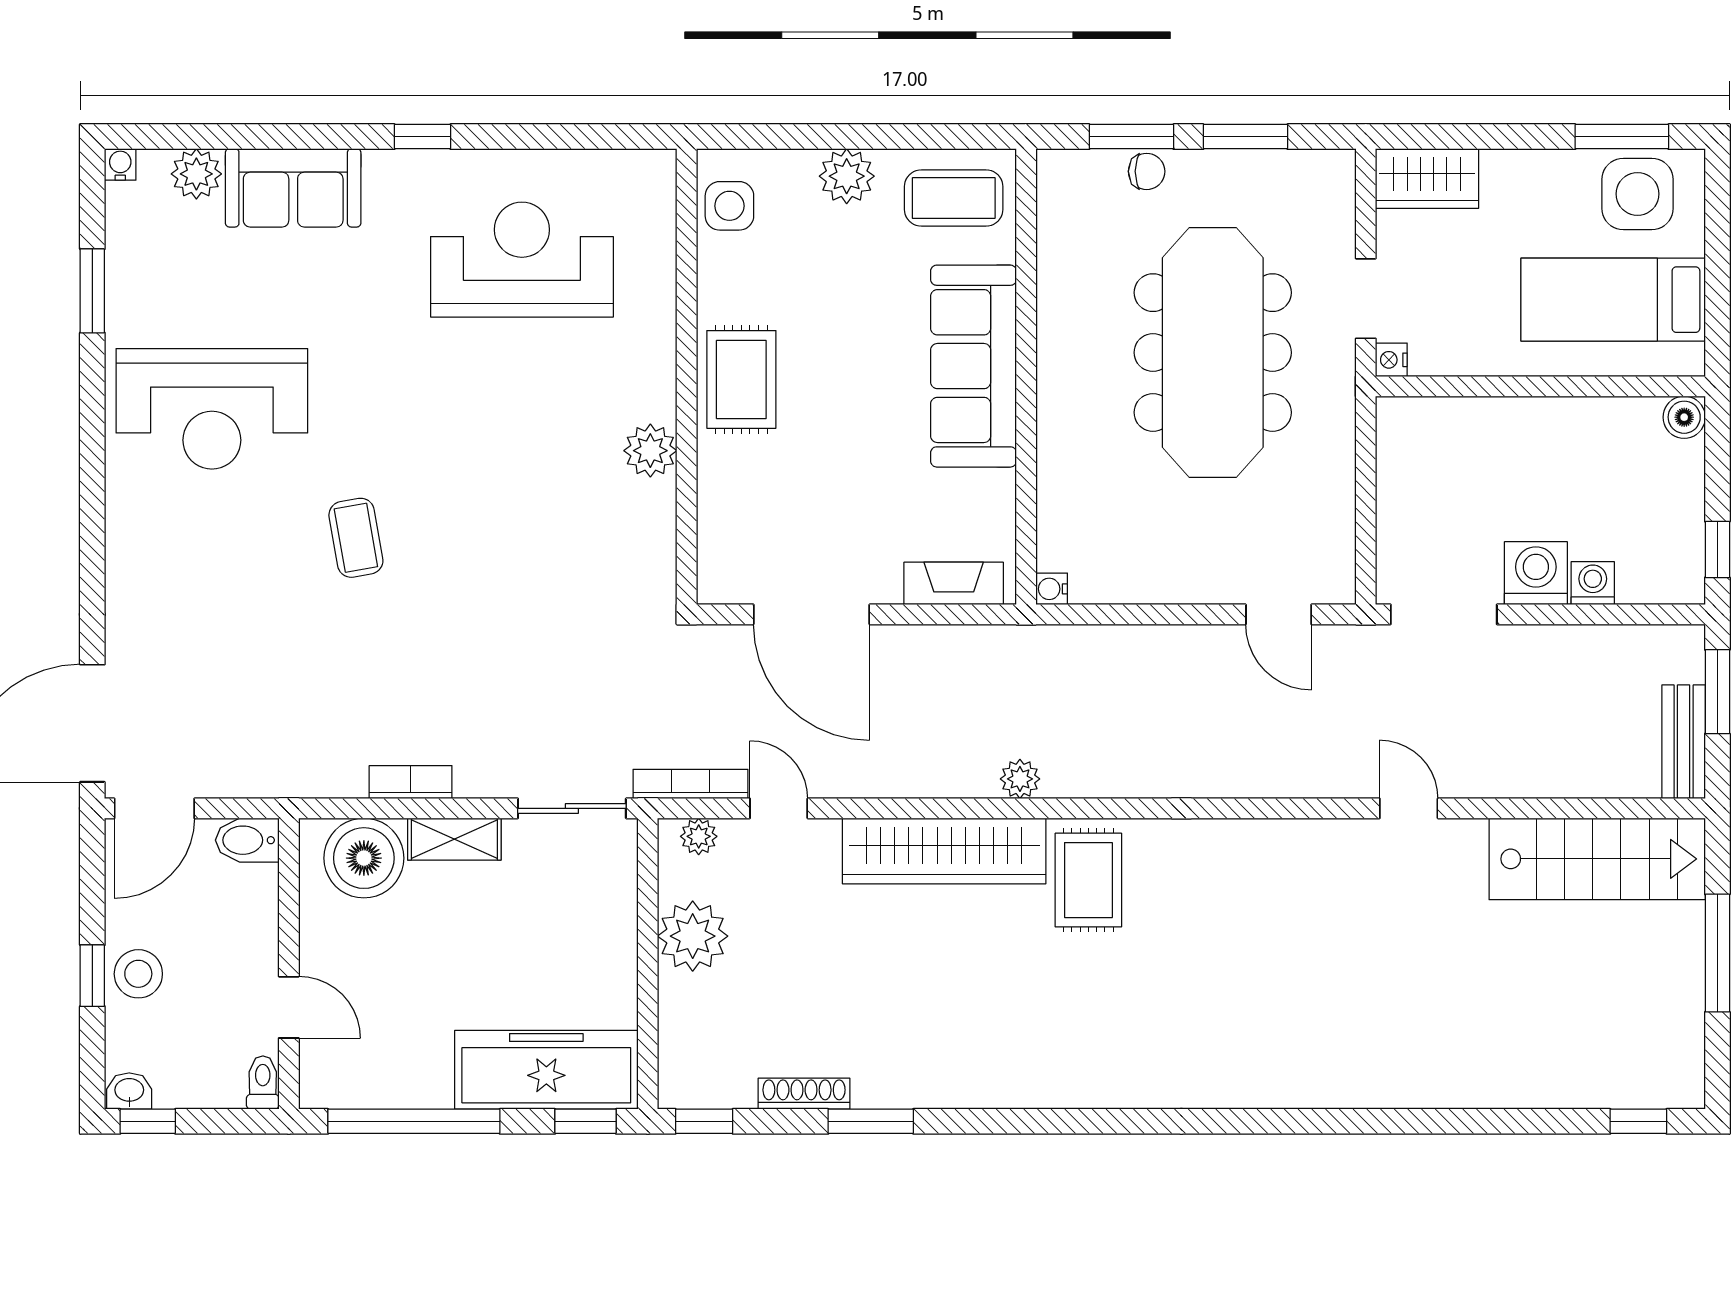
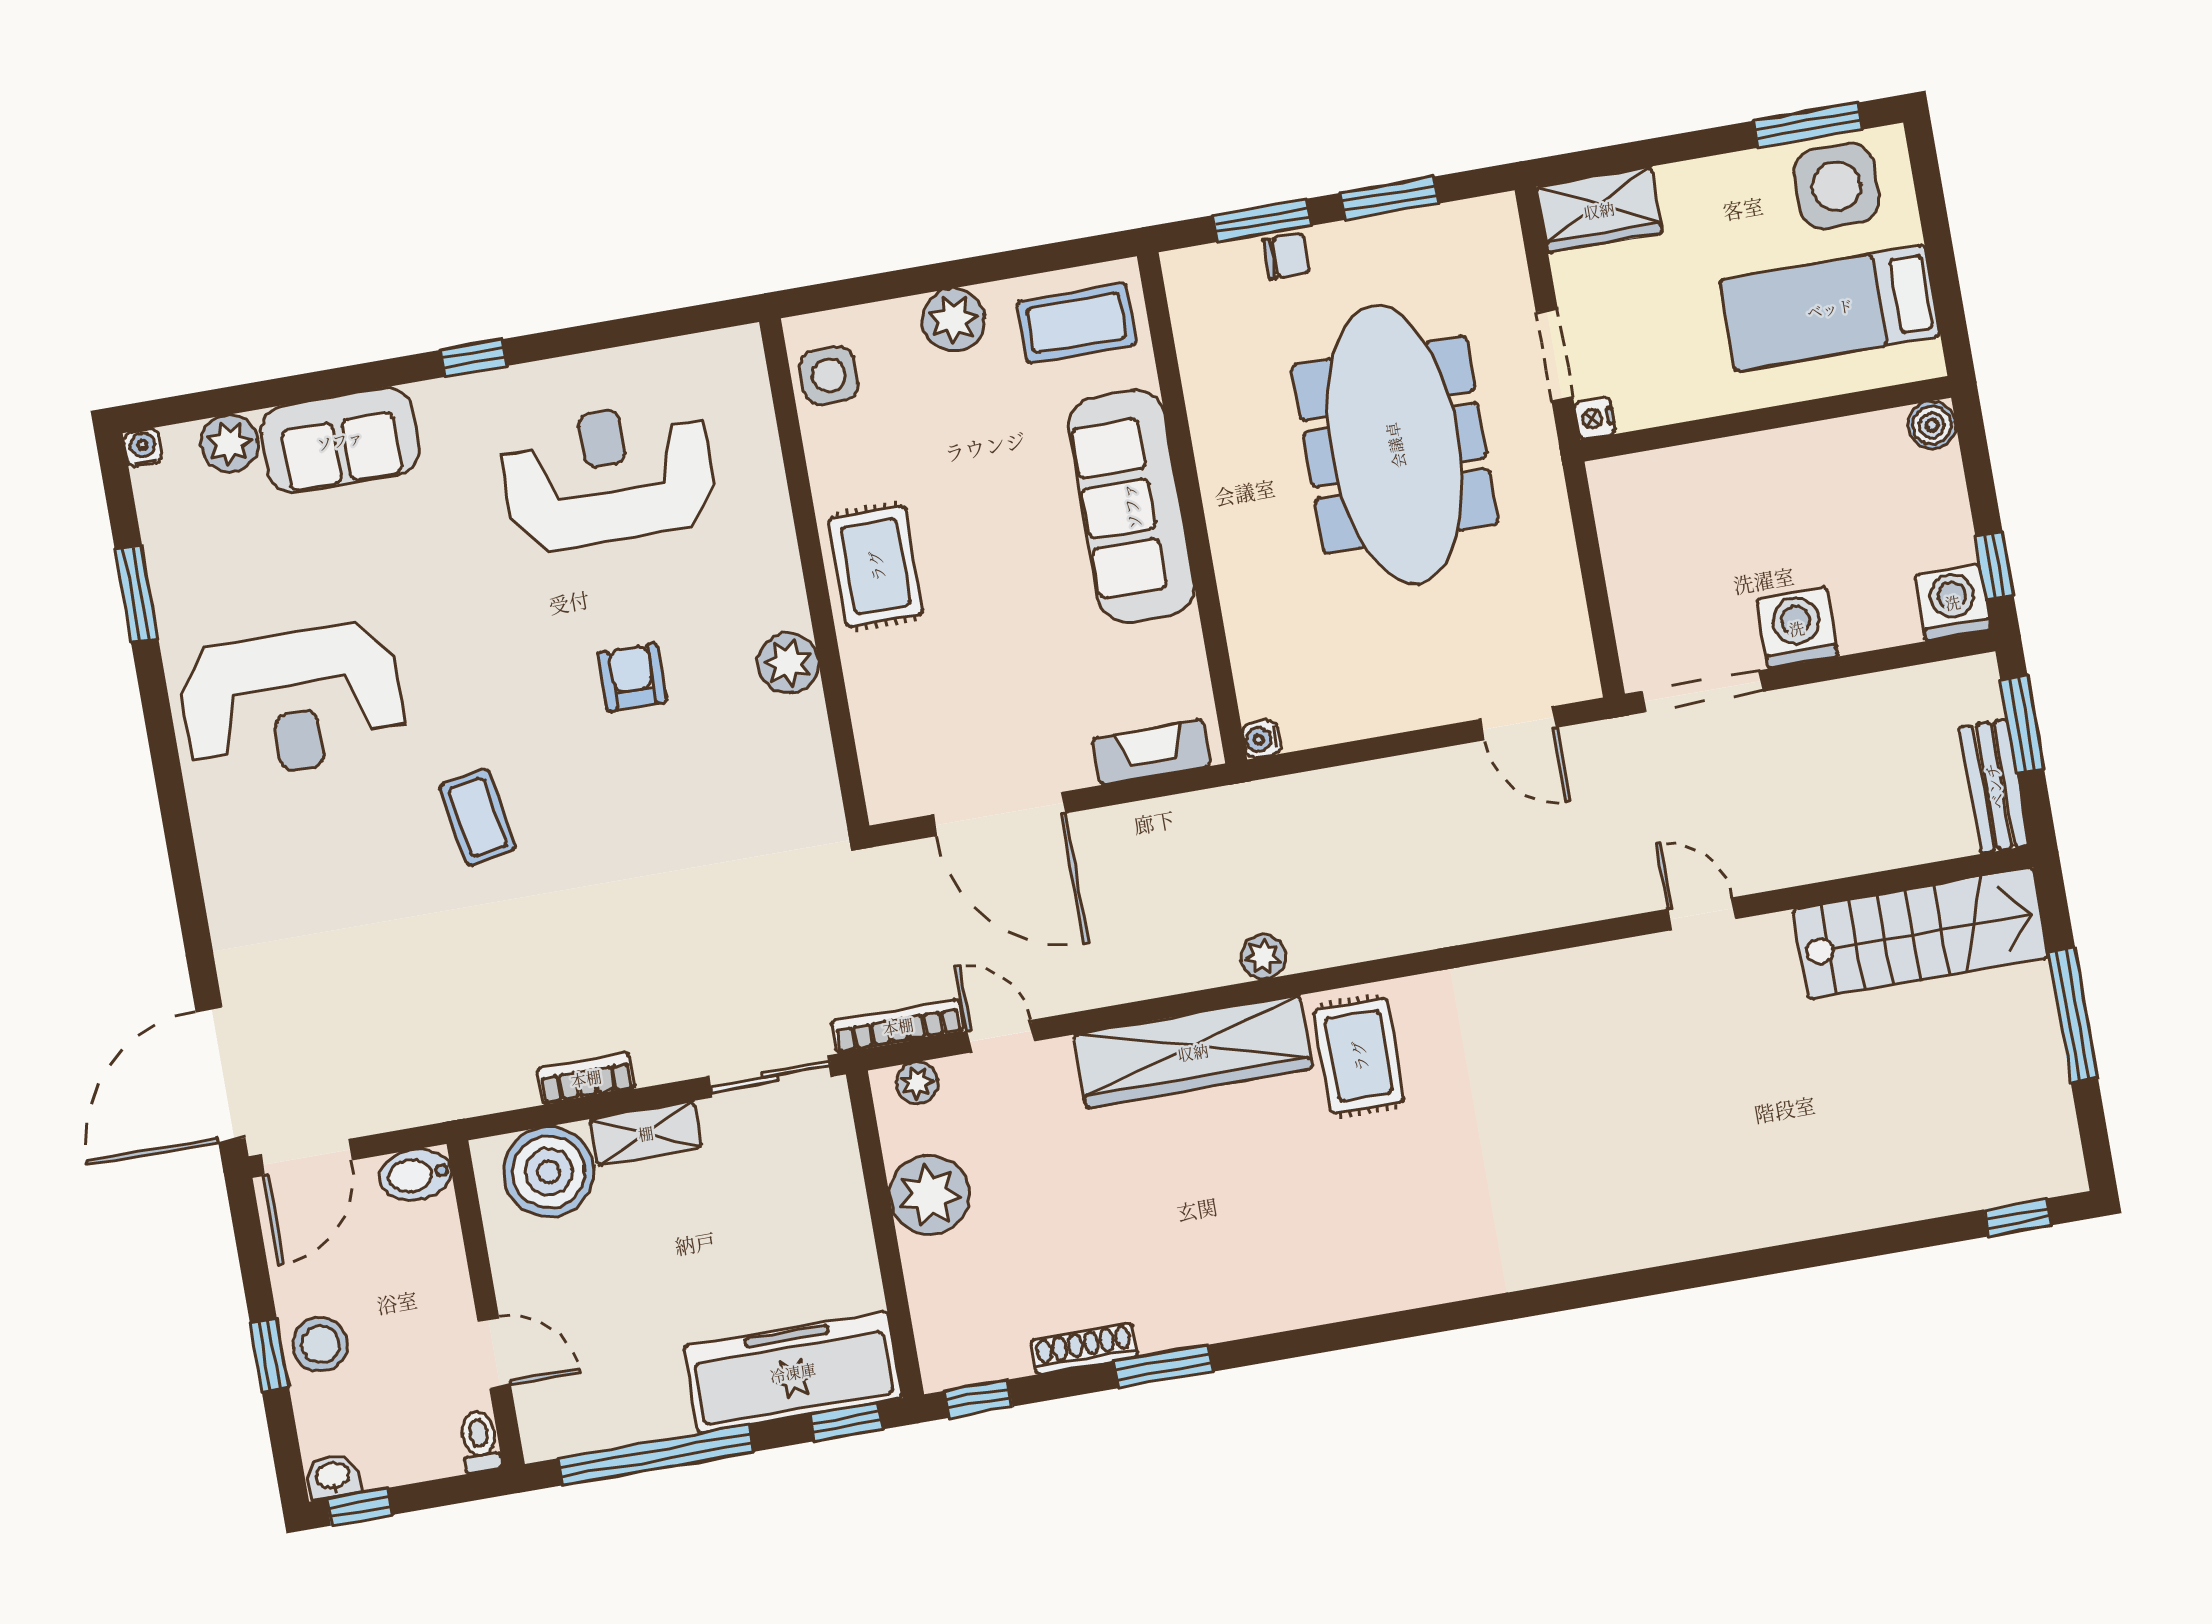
armchair: (512, 439) -> (632, 677), added
washing machine: (1593, 583) -> (1953, 602), moved, width x1.38, depth x1.38

